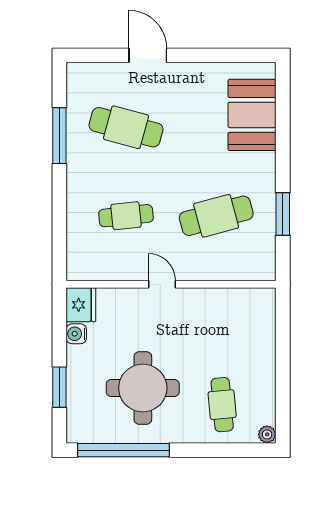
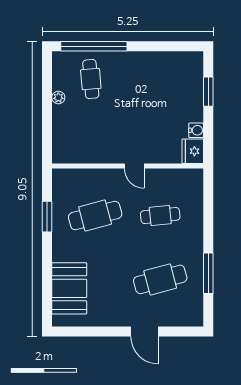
cafe table: (126, 127) -> (160, 279), turned -30
round table: (143, 388) -> (148, 91), removed
plant: (267, 434) -> (58, 98), moved
window: (123, 450) -> (94, 46), moved

